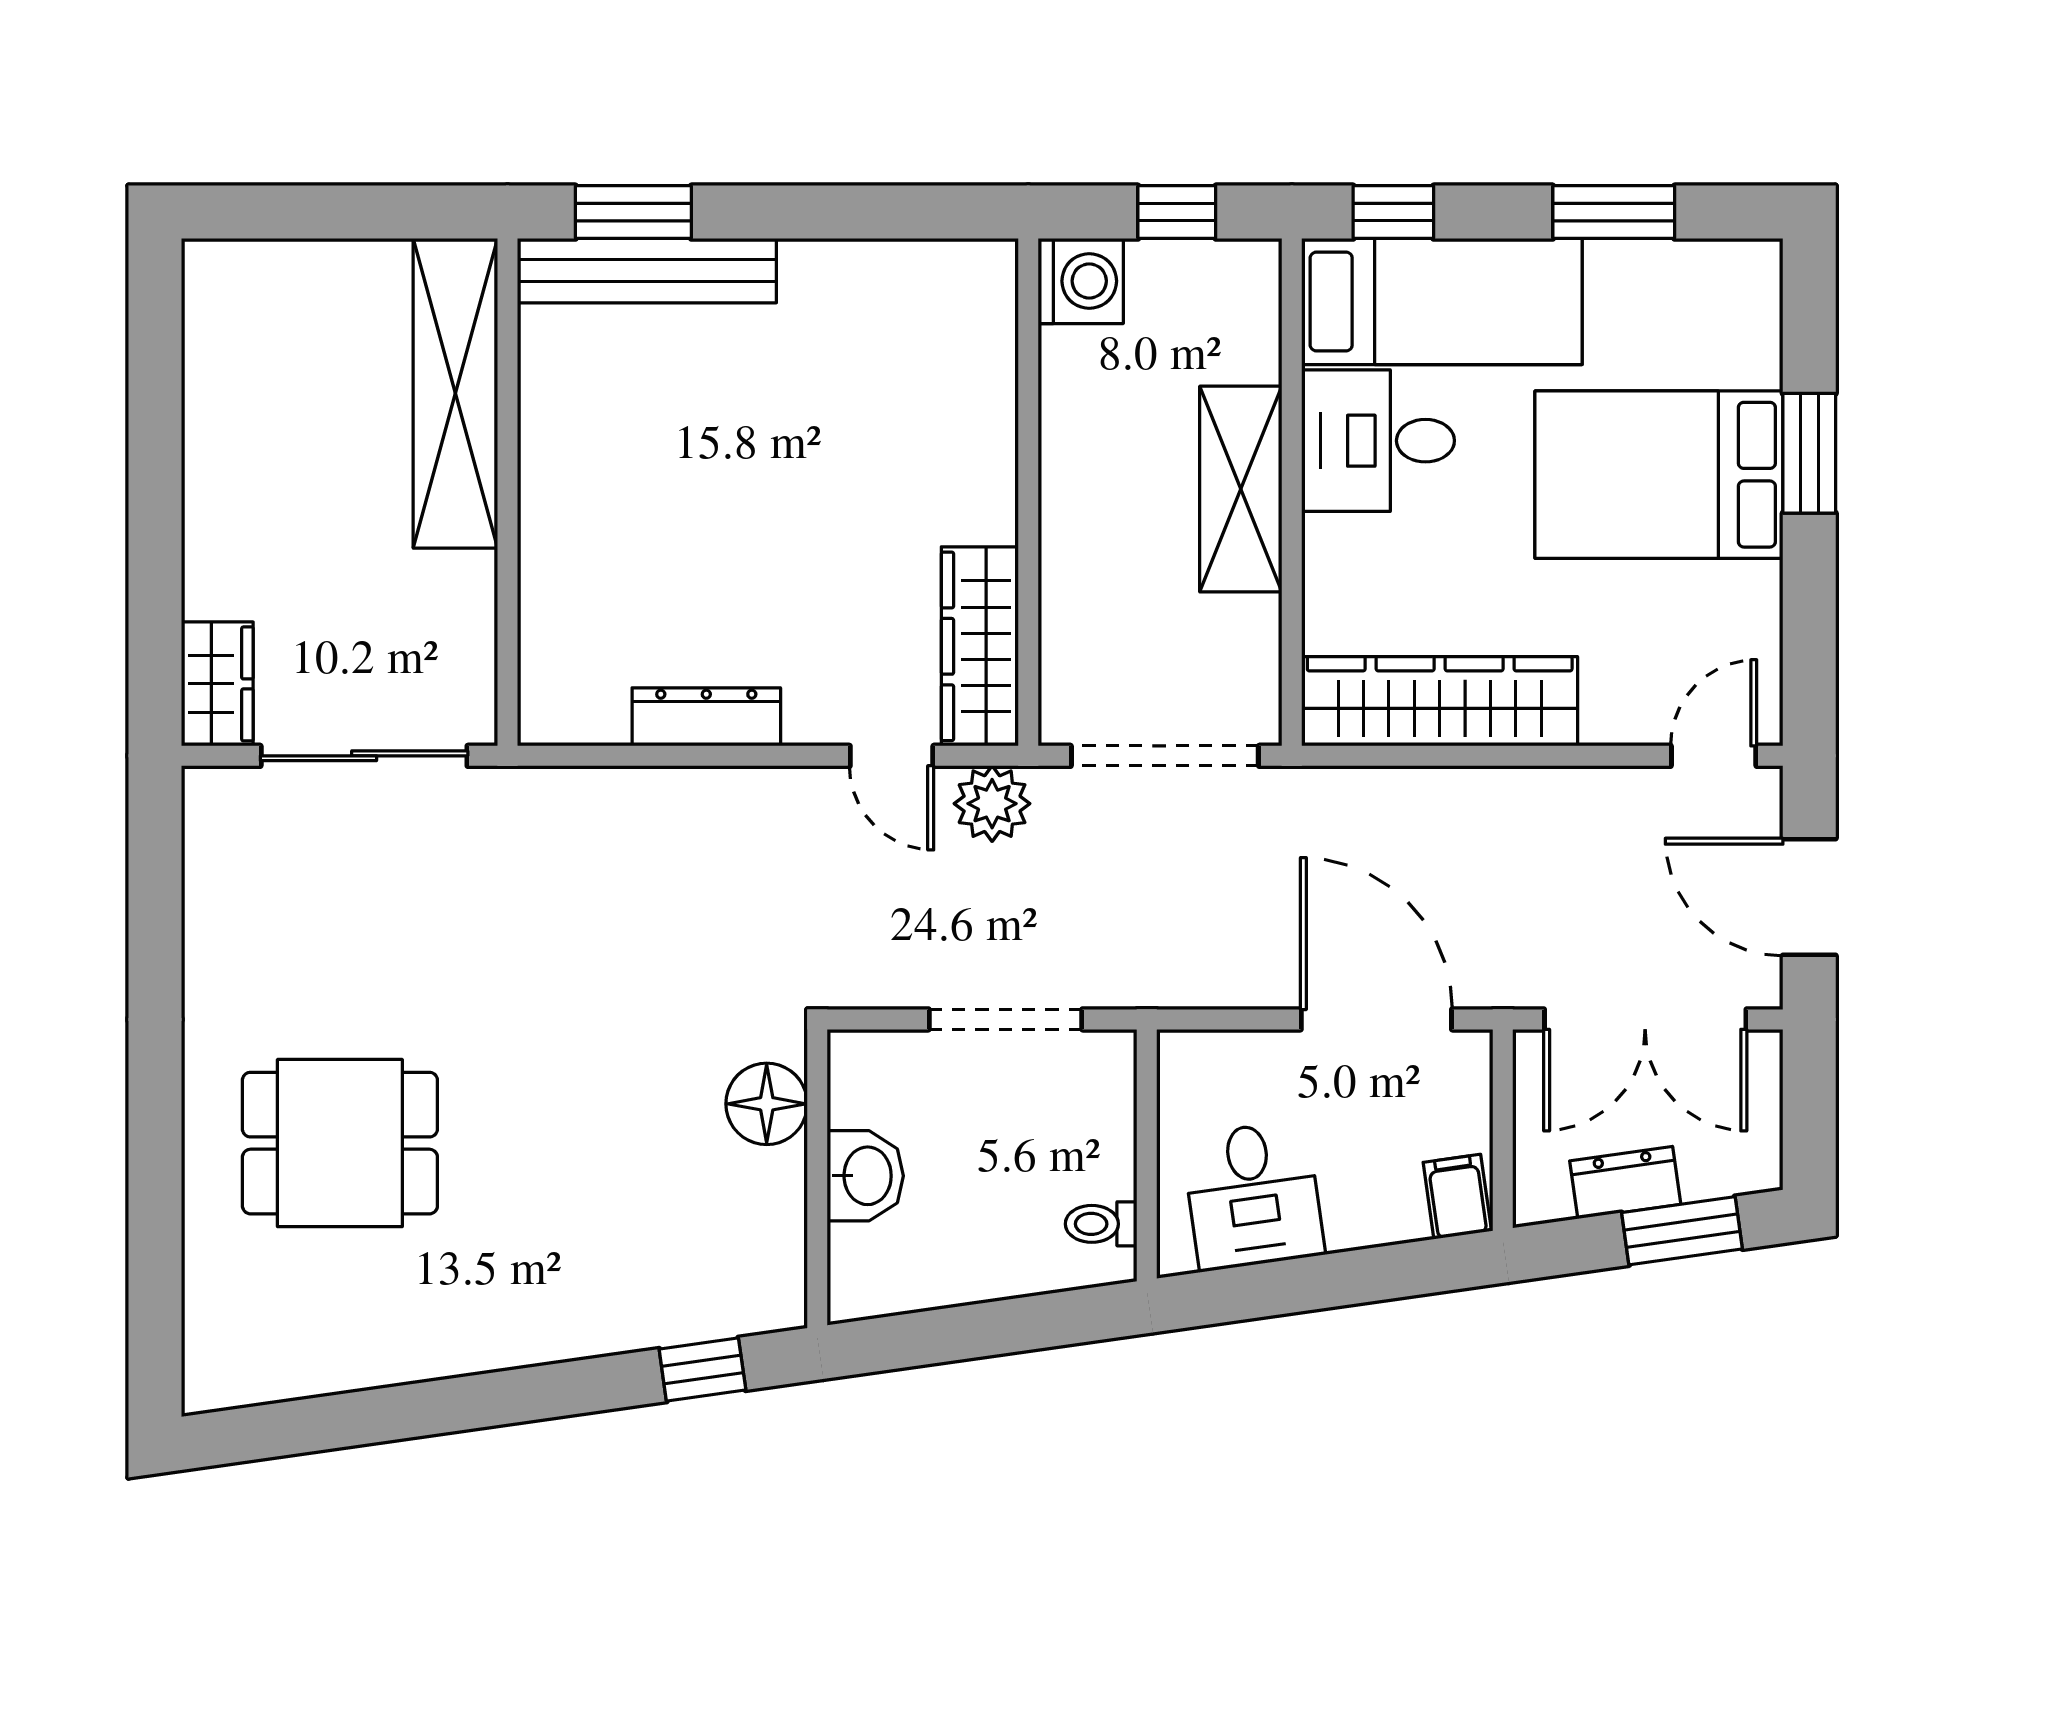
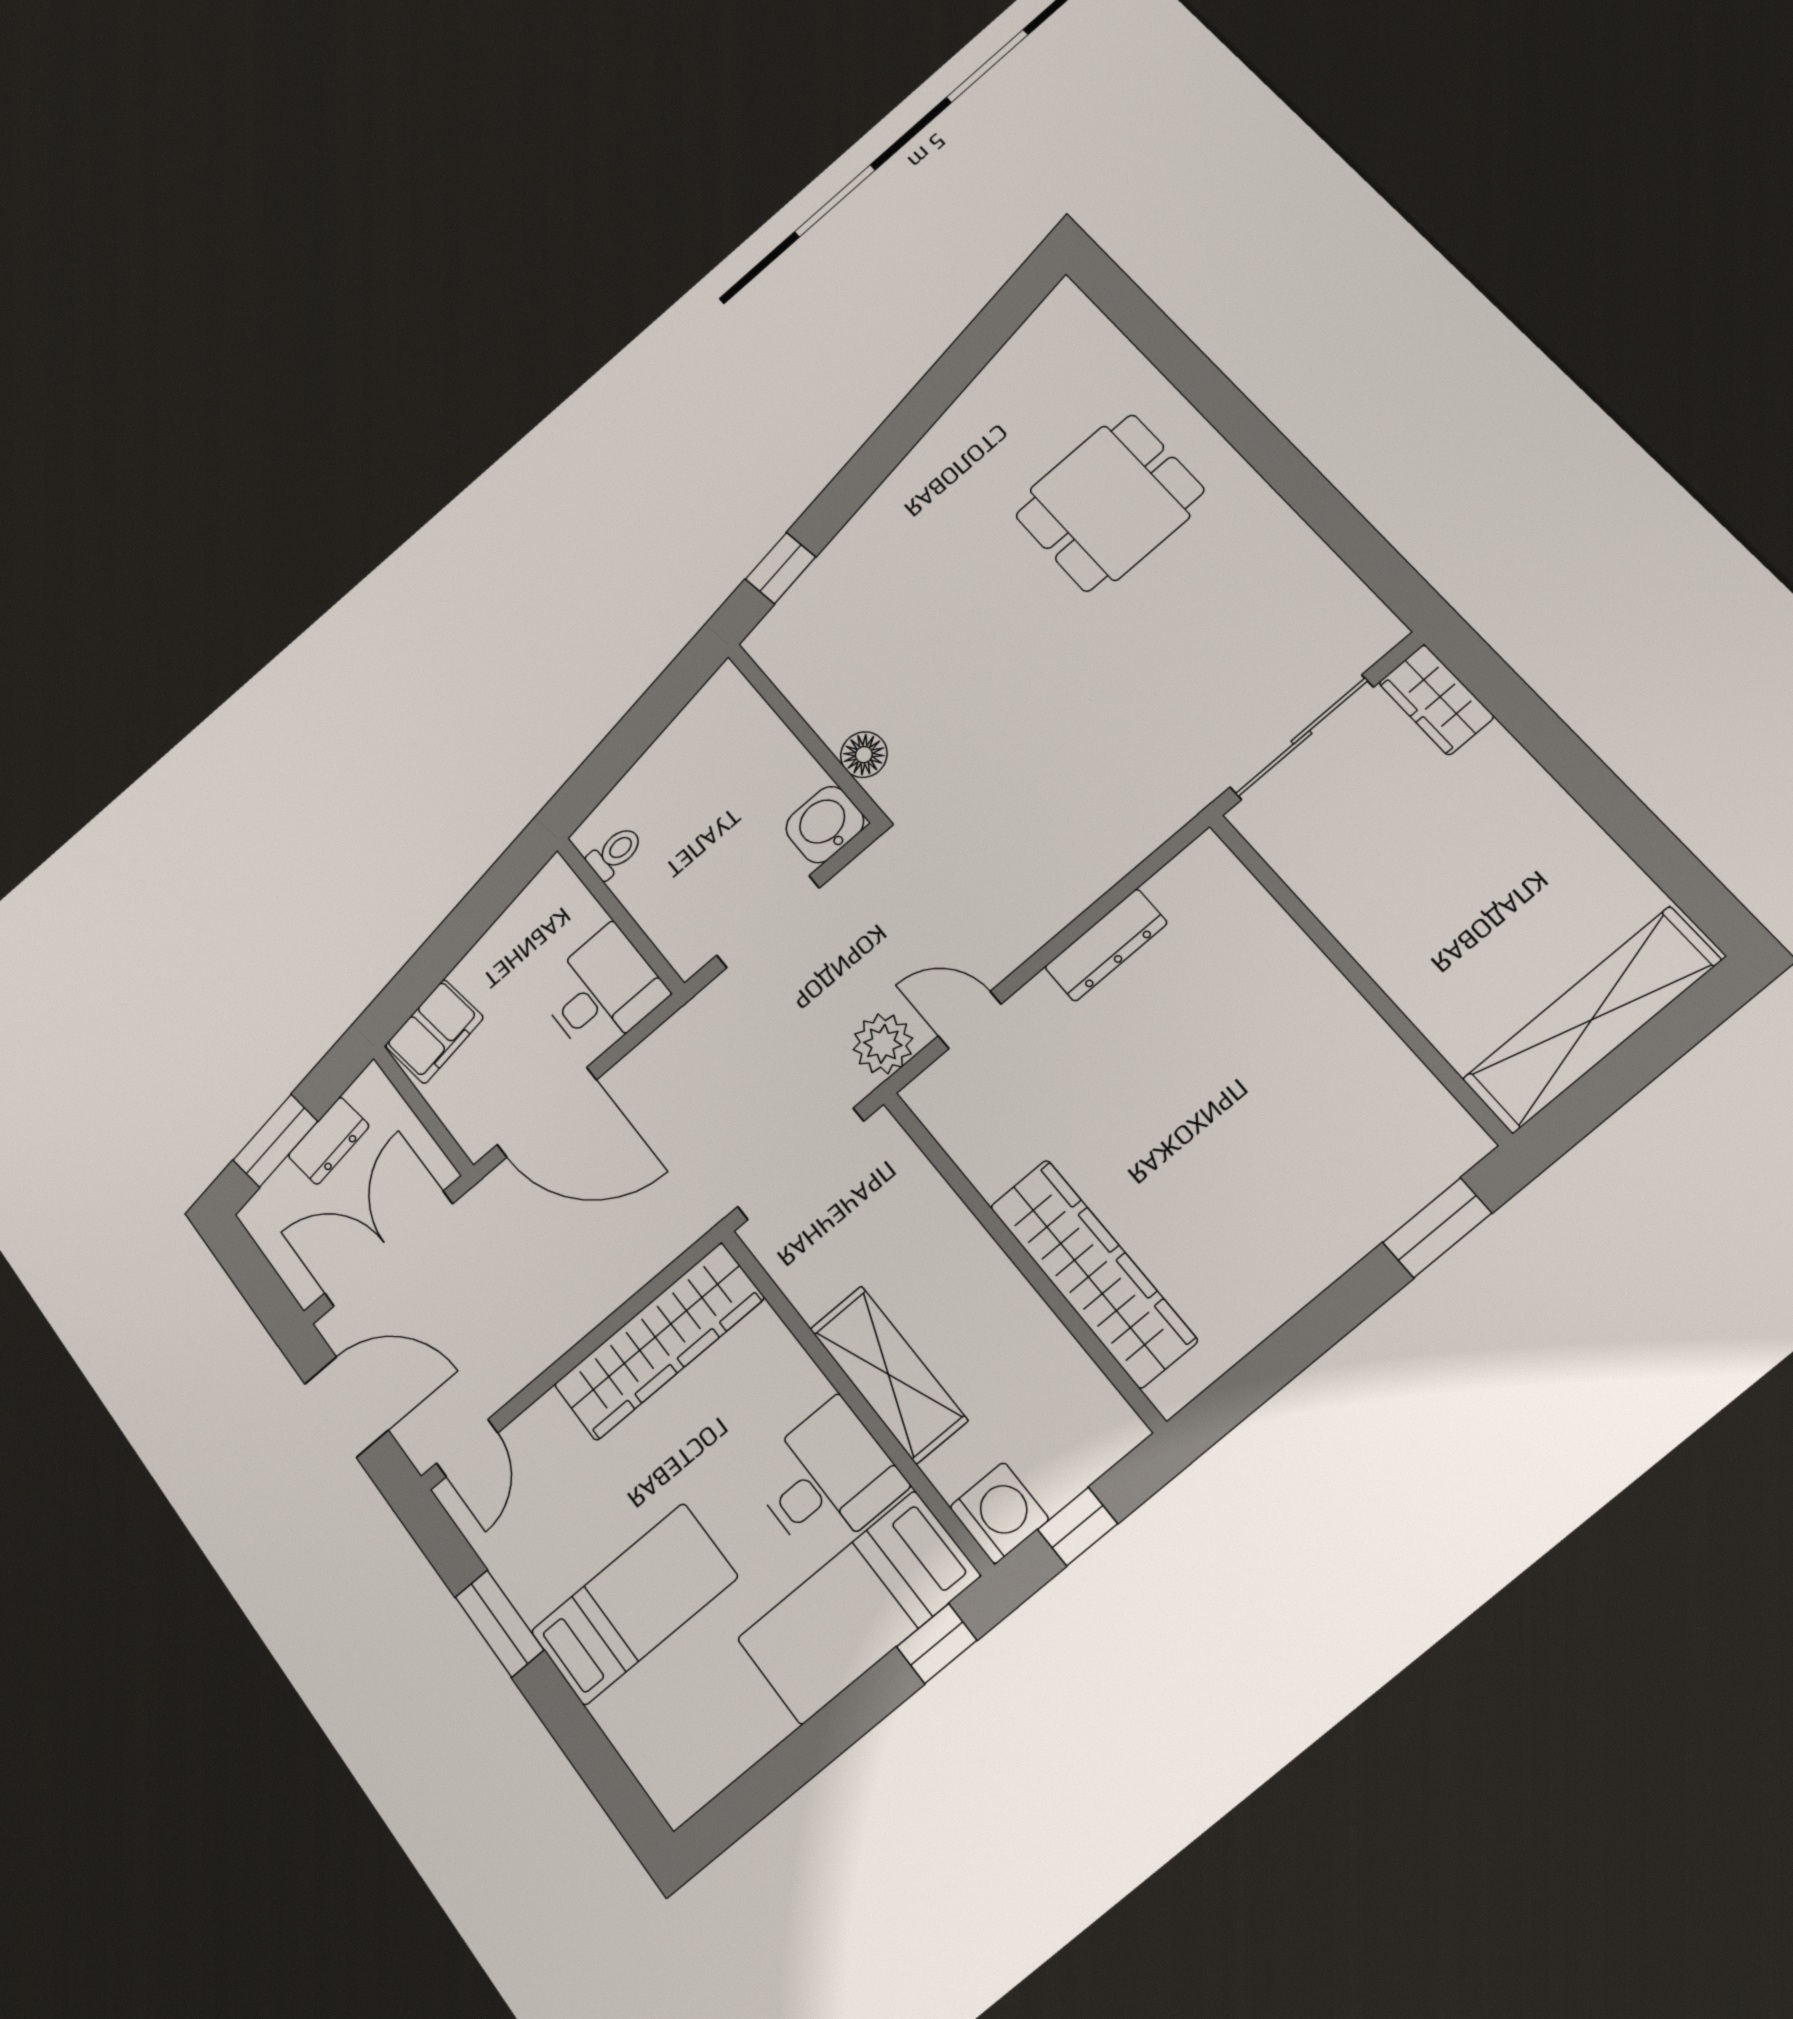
window: (1614, 212) -> (795, 1761), removed
bench: (647, 271) -> (1394, 1196), removed
washing machine: (1081, 281) -> (999, 1513), moved, turned 180
shelving: (455, 393) -> (1591, 1020), moved, turned 90
window: (1809, 453) -> (499, 1624), moved
bed: (1659, 475) -> (634, 1604), width x0.67
wardrobe: (980, 646) -> (1093, 1273), moved, width x1.40, depth x1.17
floor lamp: (767, 1104) -> (864, 755), width x0.73, depth x0.73
washbasin: (865, 1176) -> (825, 825), moved, turned 90
desk: (1253, 1195) -> (602, 992), moved, turned 98
filing cabinet: (1457, 1197) -> (434, 1032), width x2.00

